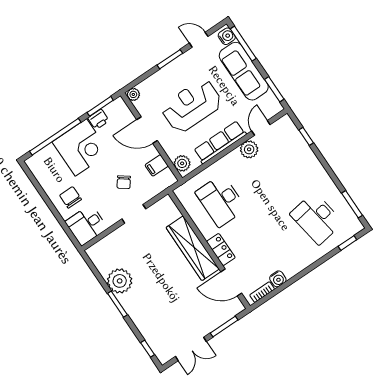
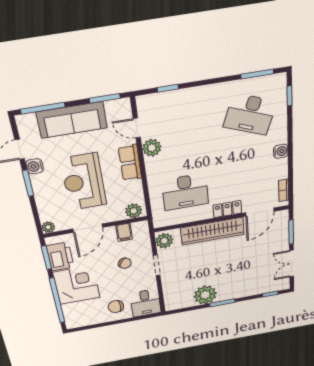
water cooler: (227, 36) -> (35, 166), moved, turned -90
printer: (98, 119) -> (60, 257), width x1.87, depth x1.48
row of seats: (220, 142) -> (130, 163), width x0.68
plant: (163, 208) -> (164, 241), added
desk: (316, 218) -> (250, 114), turned 30
water cooler: (278, 279) -> (281, 151), moved
double door: (191, 349) -> (292, 264), swing flipped

